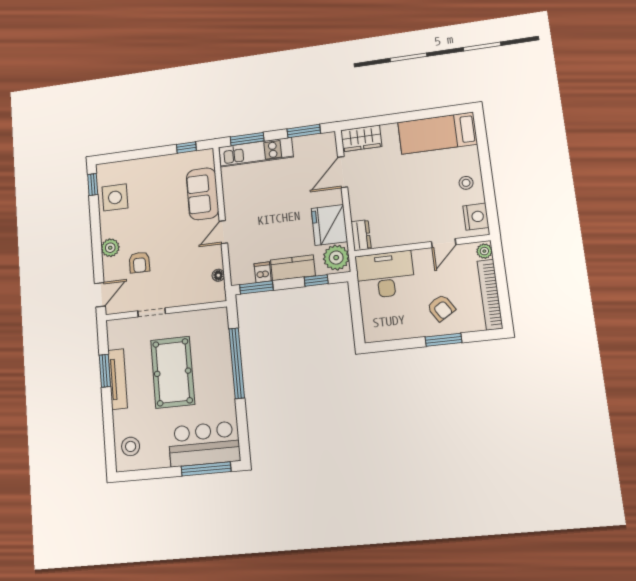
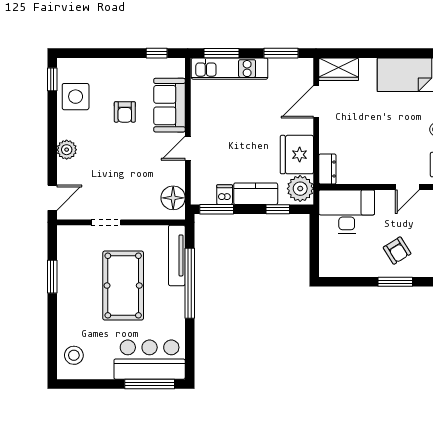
armchair: (139, 262) -> (125, 112), moved
floor lamp: (218, 275) -> (173, 198), width x1.89, depth x1.89
tv unit: (118, 379) -> (177, 255), moved, turned 180

